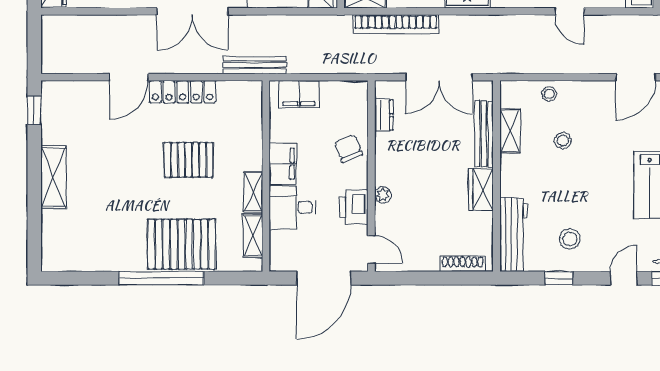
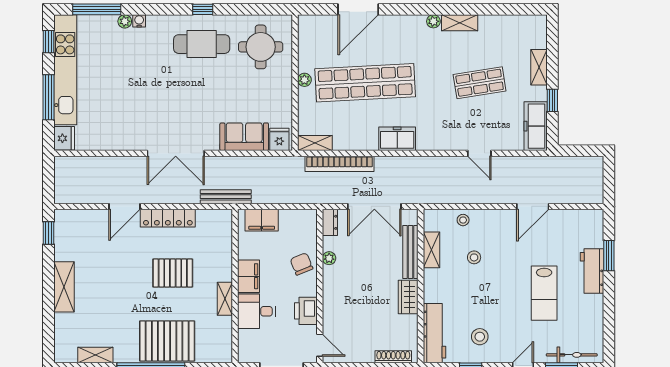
dresser: (384, 115) -> (330, 222), moved
plant: (383, 195) -> (329, 258), moved
shelving: (253, 236) -> (95, 355), moved, turned 90

